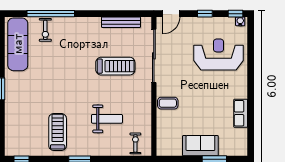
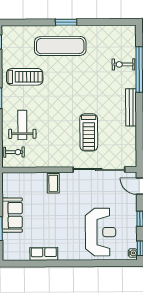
bench: (121, 22) -> (131, 107), moved
exercise mat: (18, 44) -> (60, 46), moved
weight bench: (107, 119) -> (22, 125), moved, turned 180

